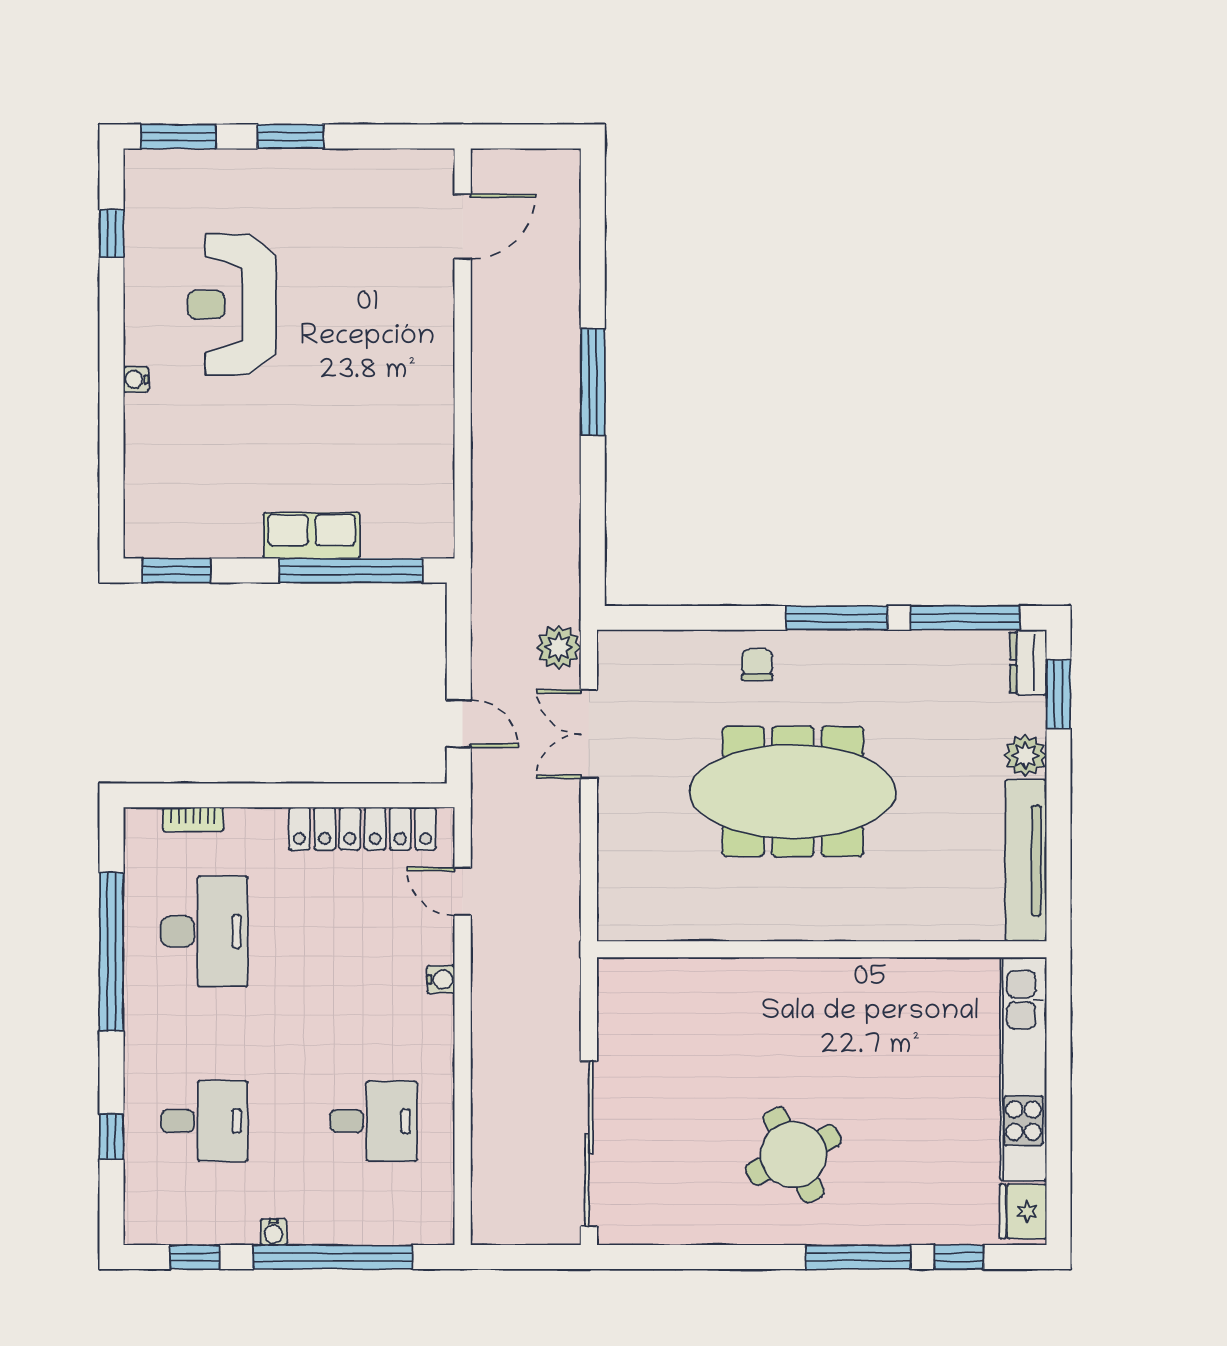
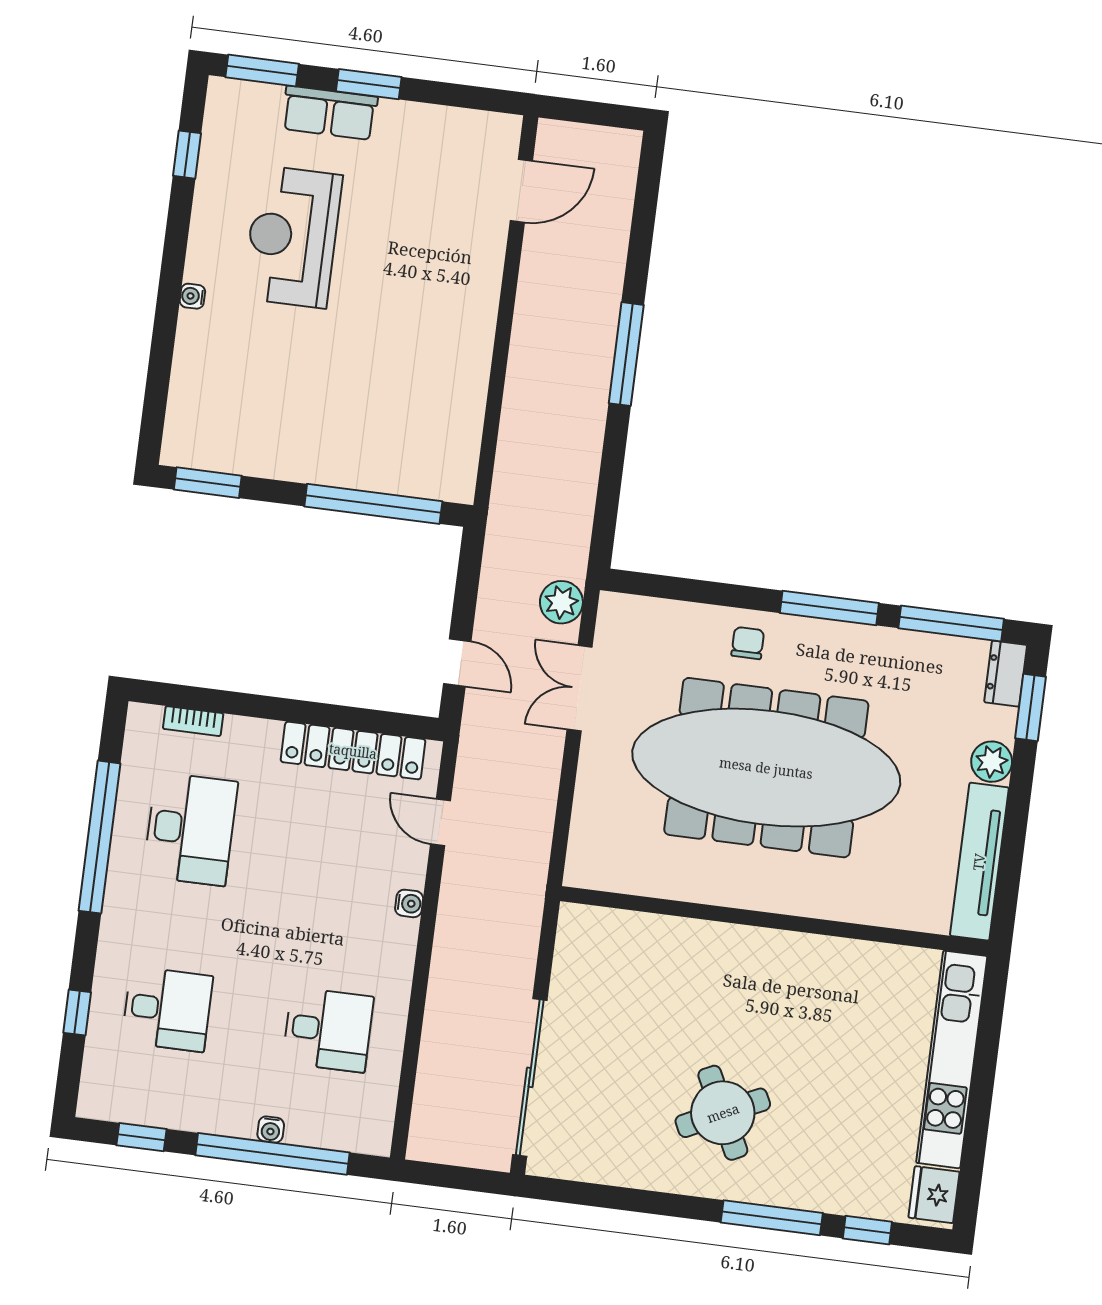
row of seats: (312, 536) -> (330, 113), moved, turned 180
meeting table: (793, 792) -> (766, 768), width x1.36, depth x1.27
water cooler: (274, 1232) -> (271, 1130), moved

